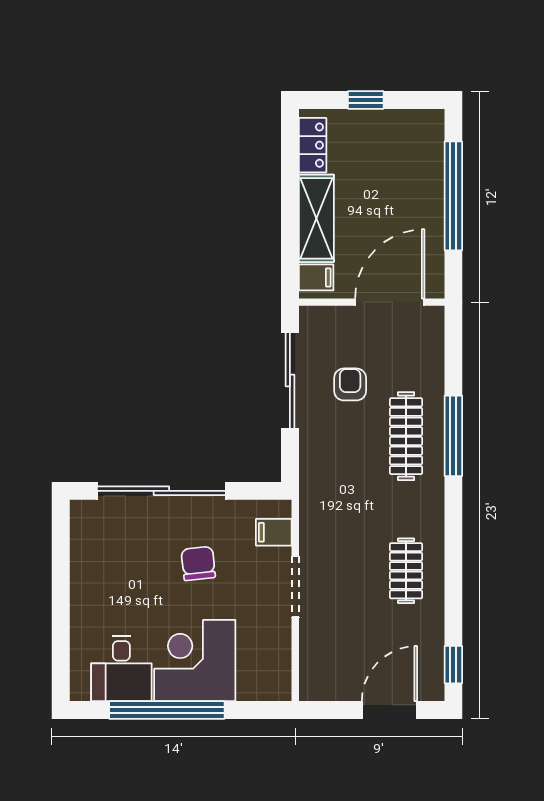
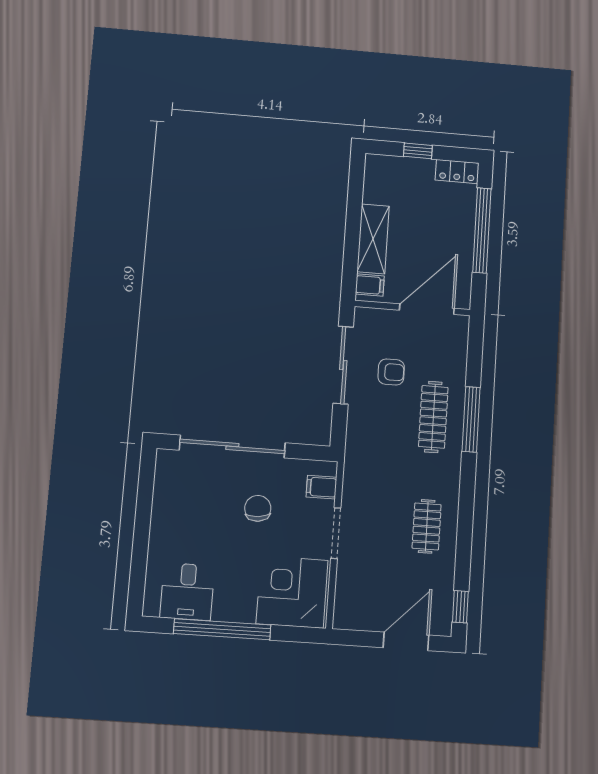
locker: (313, 145) -> (457, 172), moved, turned 90
armchair: (350, 384) -> (391, 372), turned 90
corner desk: (195, 661) -> (292, 592), moved

